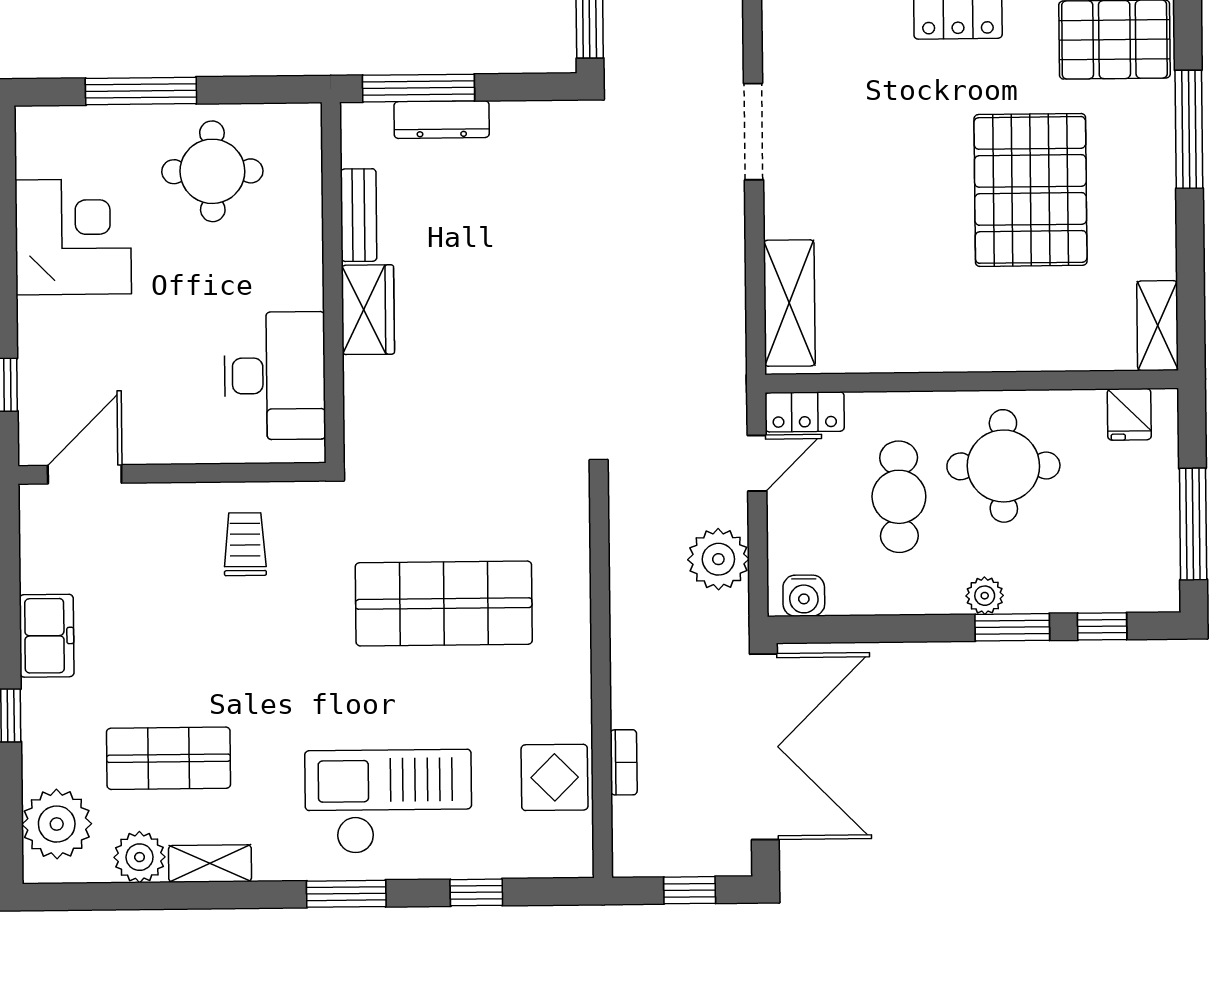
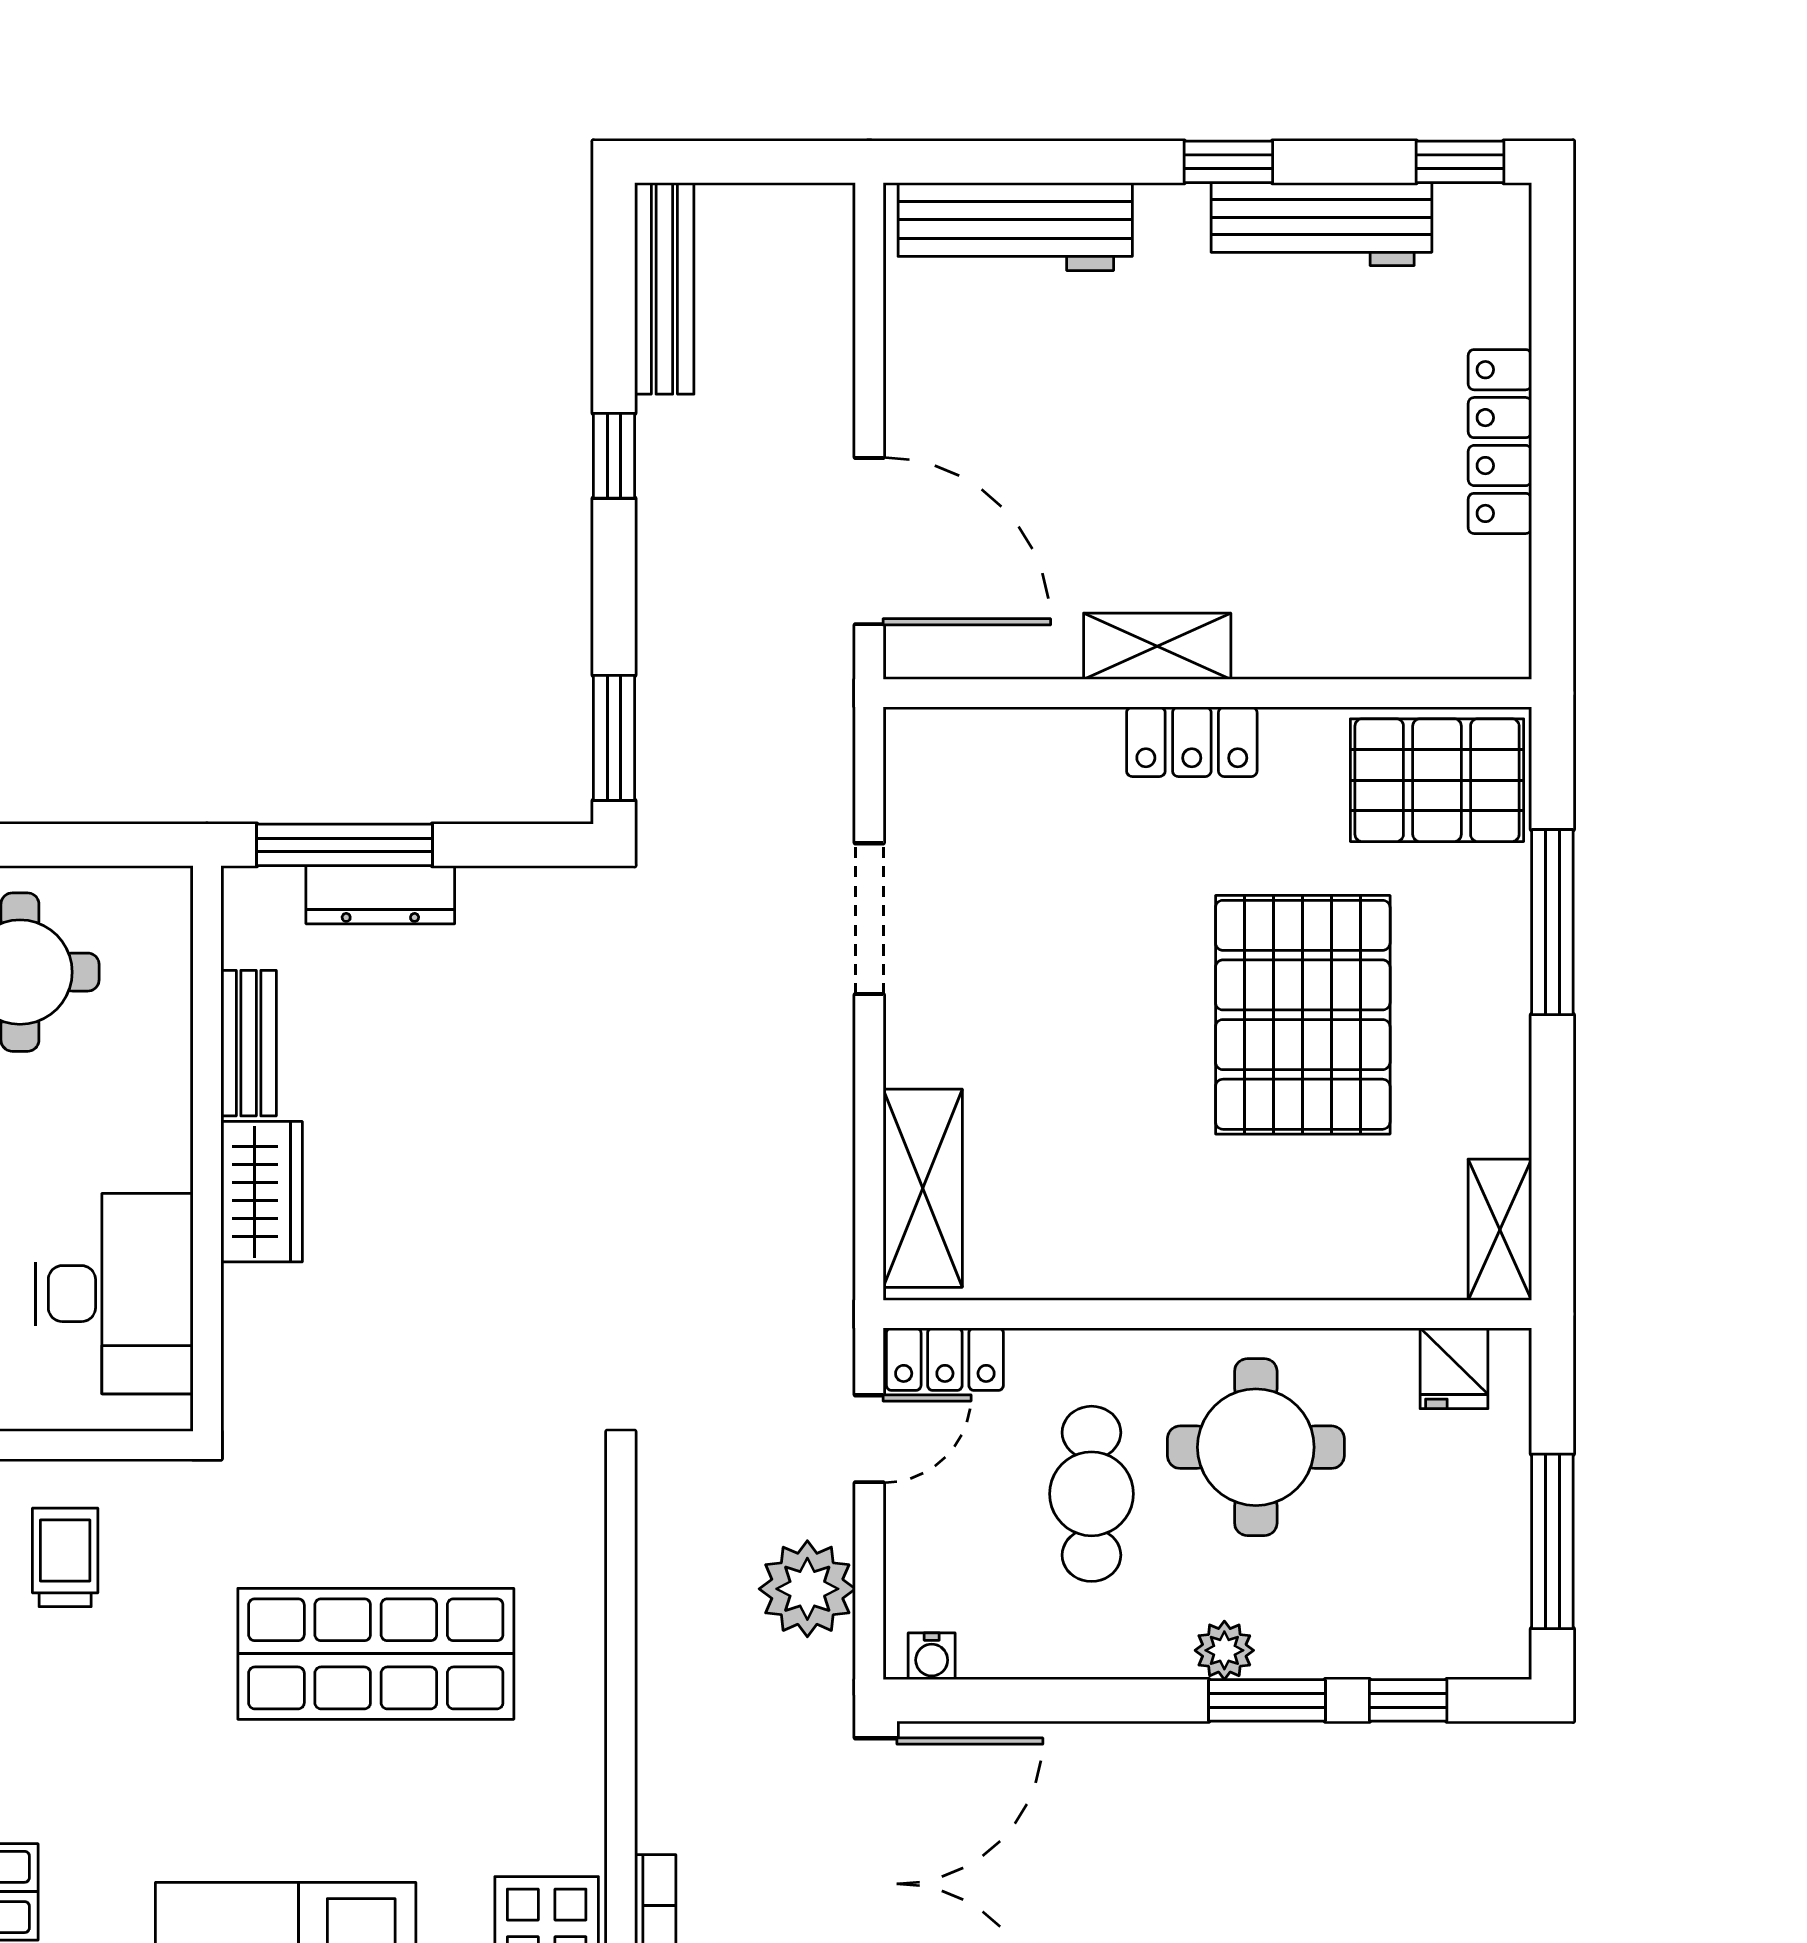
water cooler: (804, 596) -> (932, 1656), width x0.72, depth x0.72

